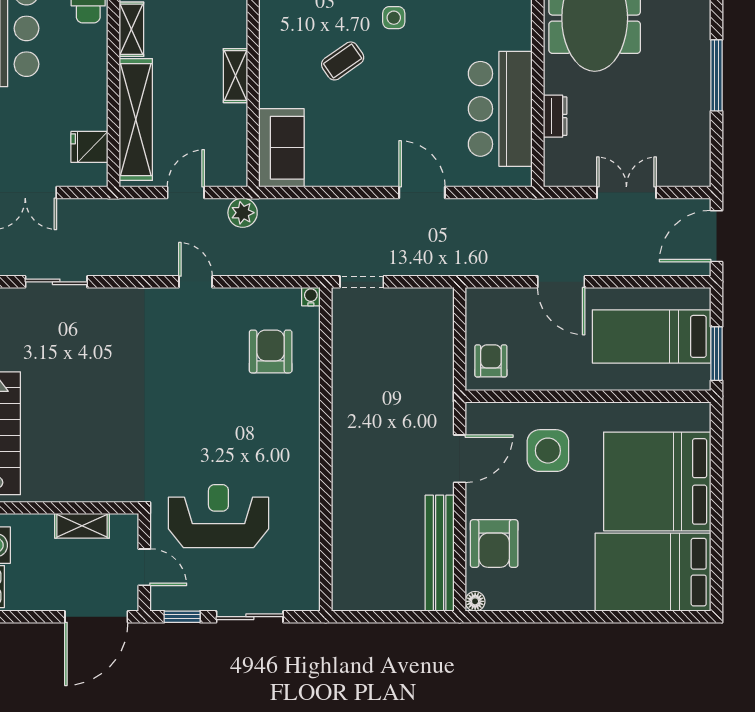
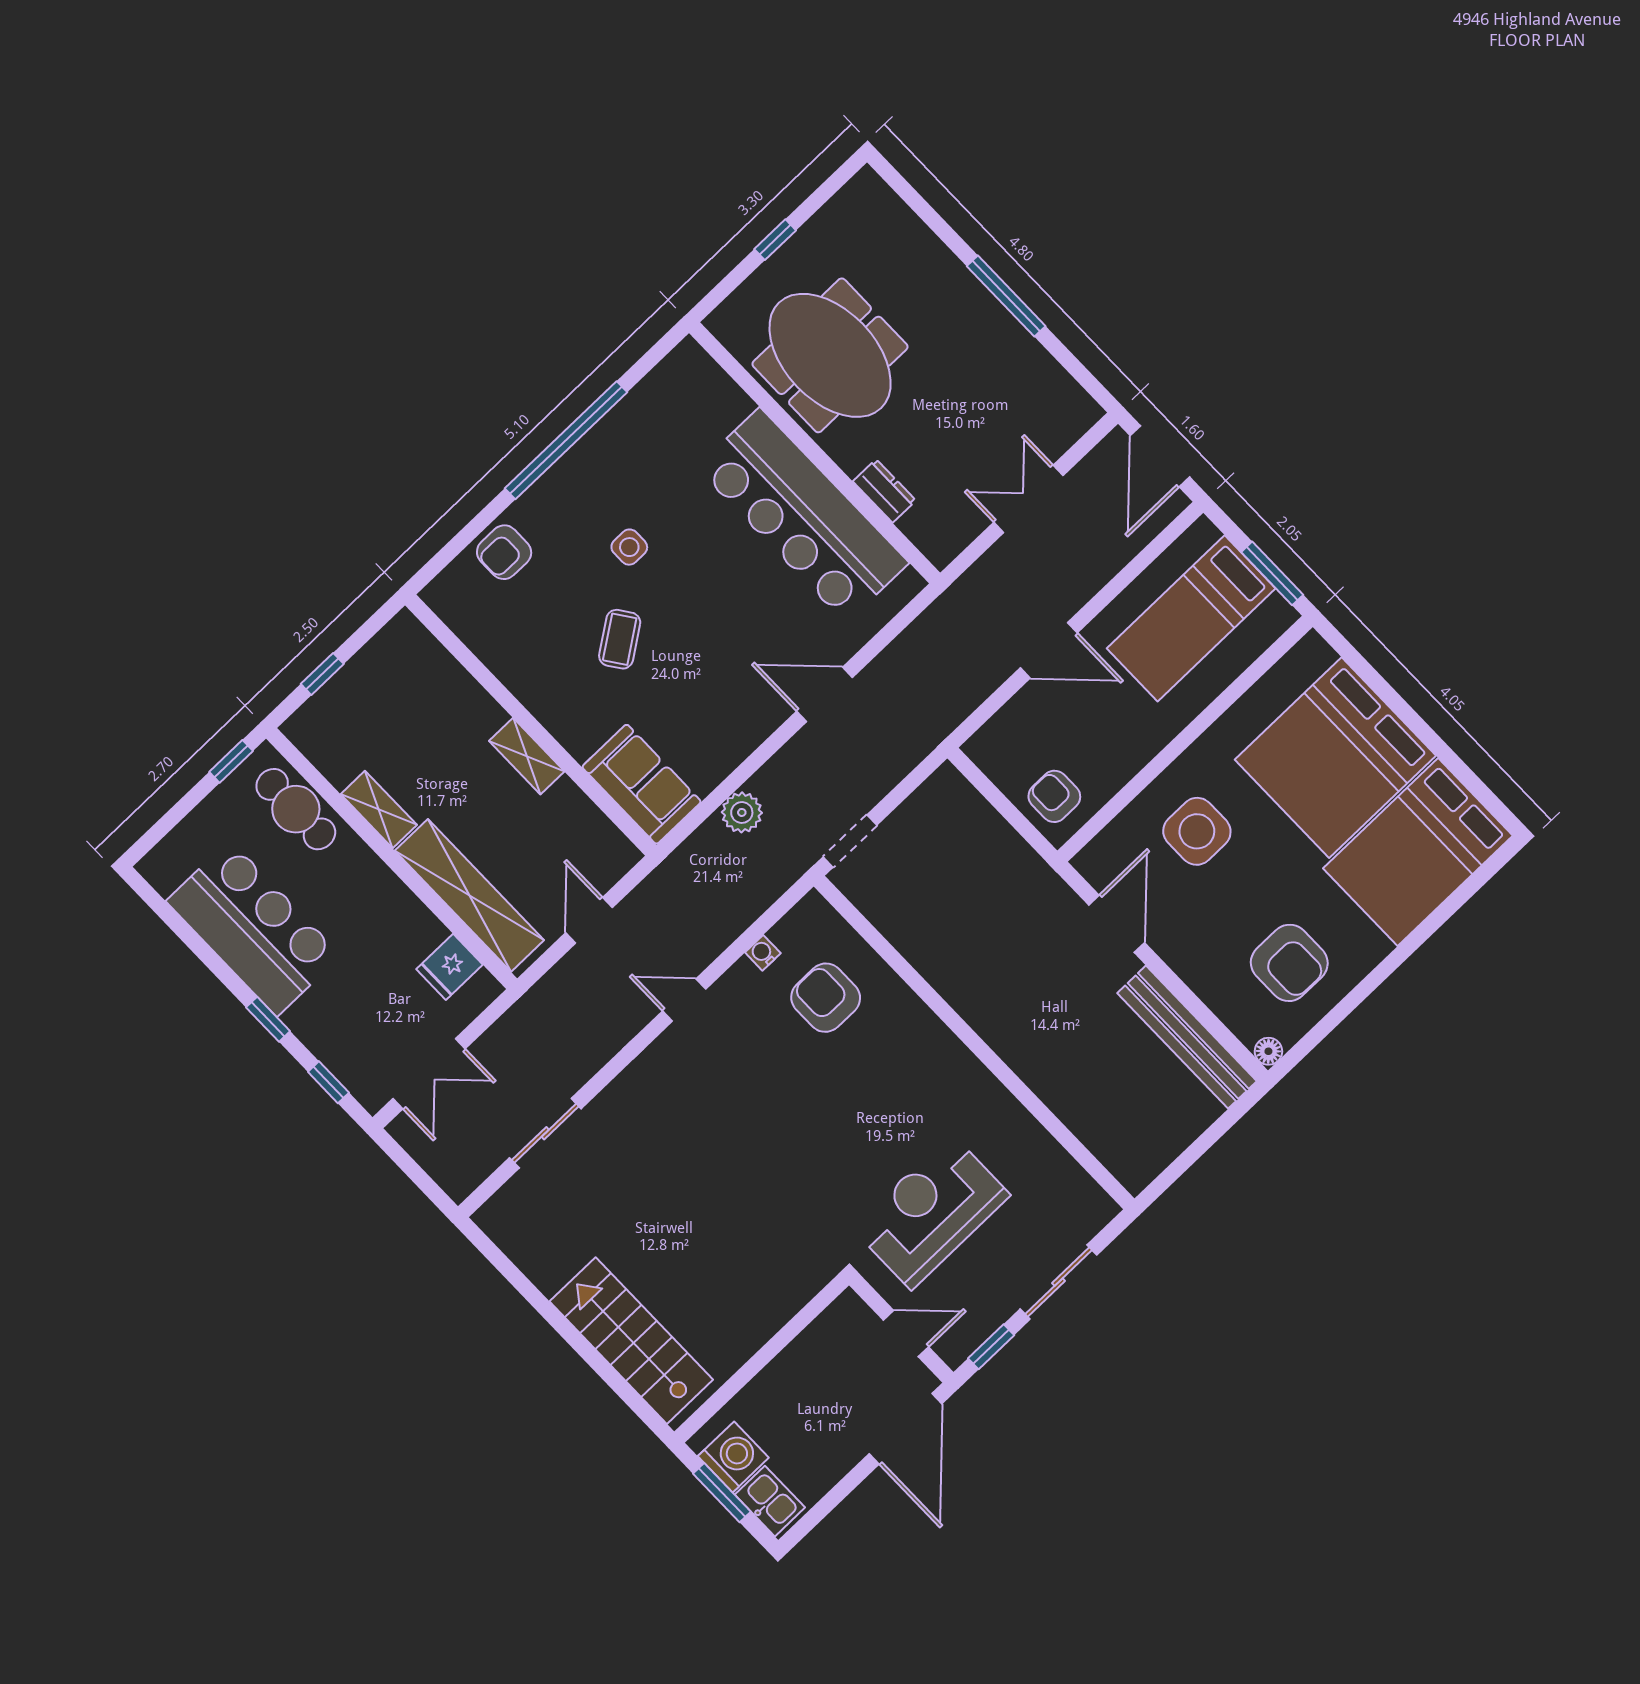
bar counter: (500, 109) -> (803, 515), width x1.36
plant: (243, 213) -> (742, 812), moved
water cooler: (311, 297) -> (763, 953), moved
shelving: (82, 526) -> (804, 1352), removed
armchair: (494, 544) -> (1289, 963), moved

